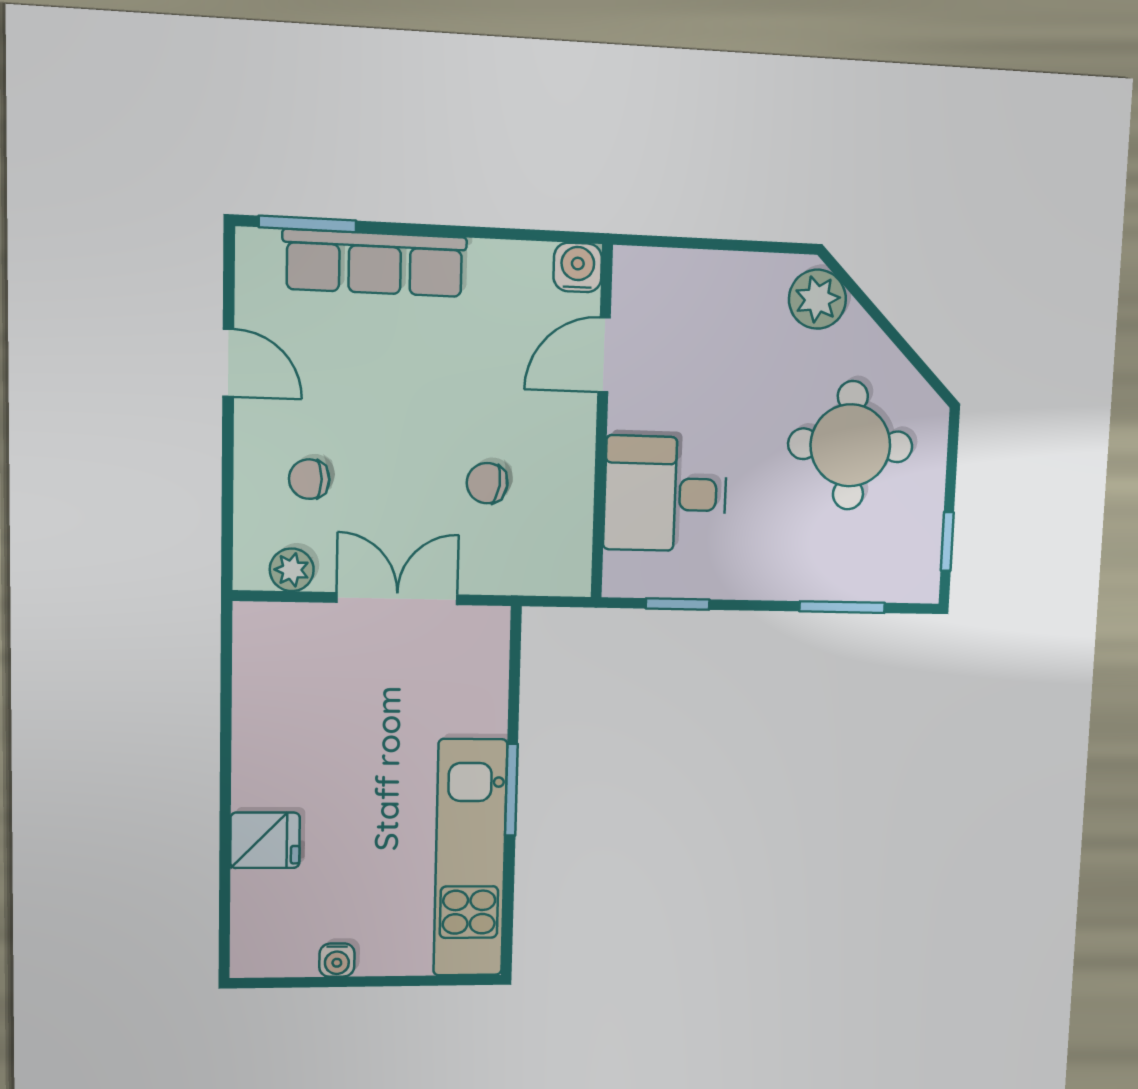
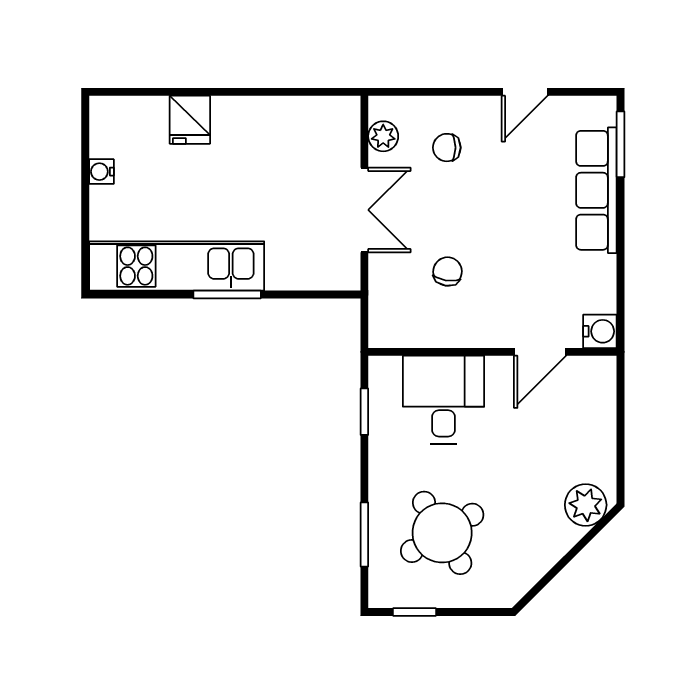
door: (604, 355) -> (540, 352), swing flipped
round table: (850, 445) -> (442, 533), moved, turned -31
chair: (309, 479) -> (447, 148), turned -90

